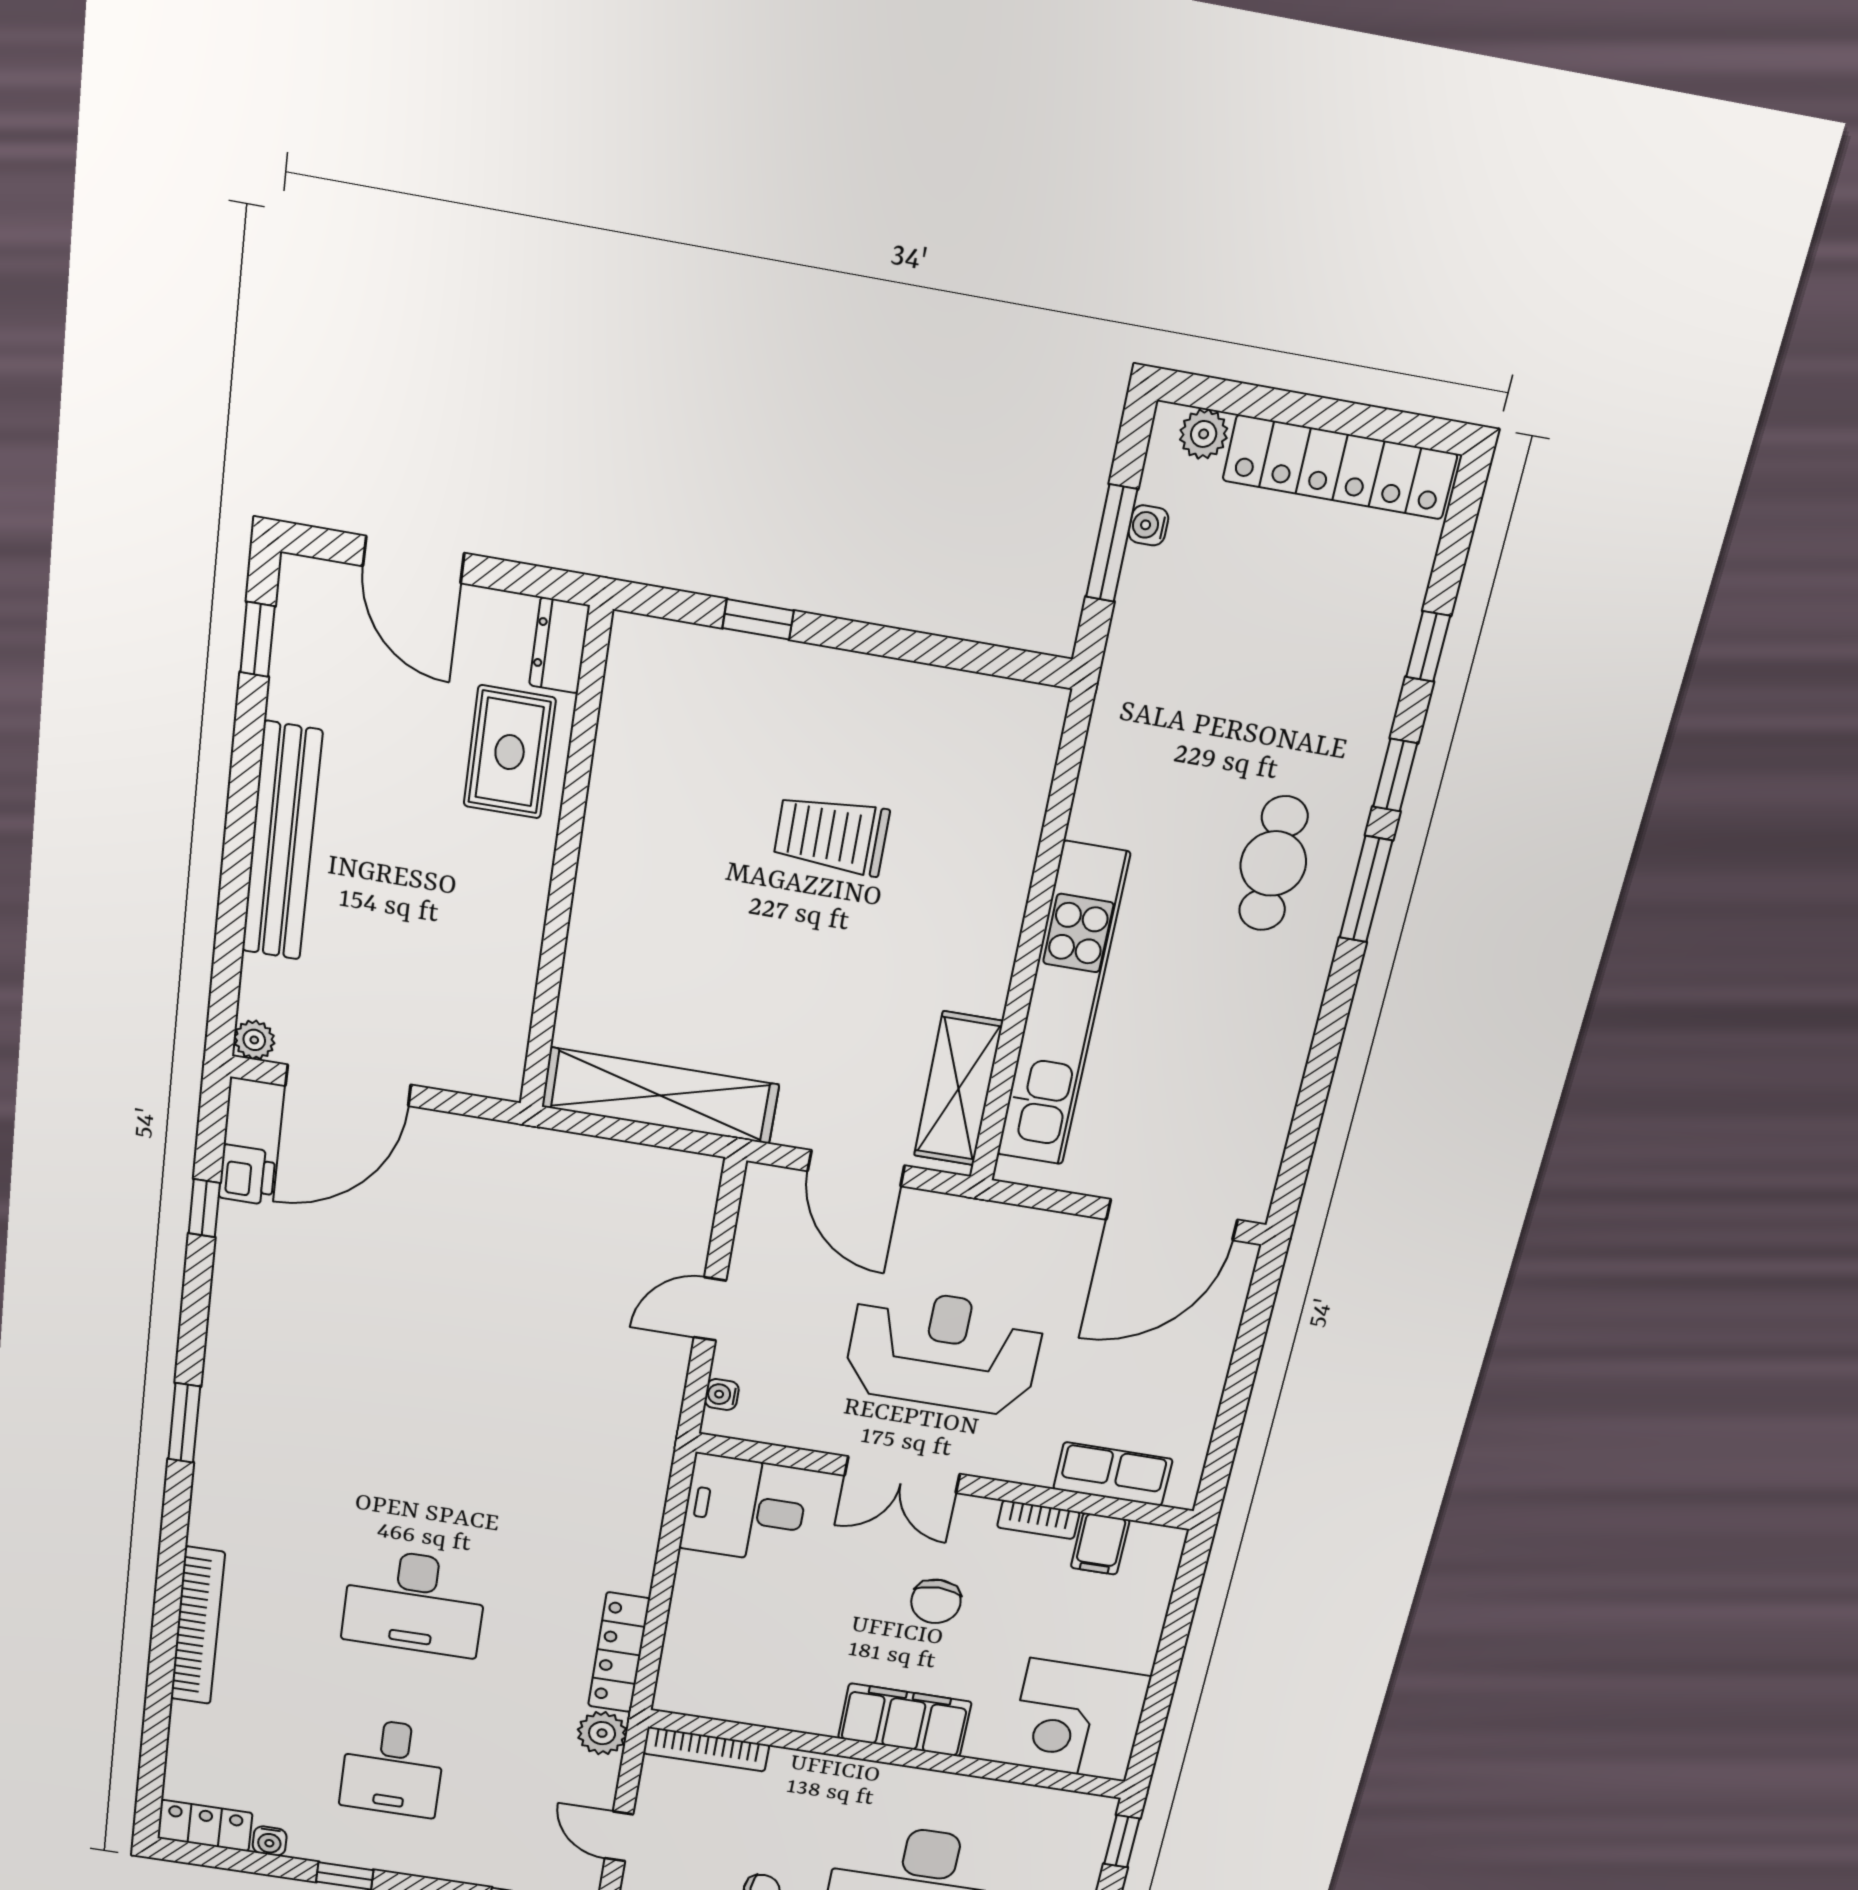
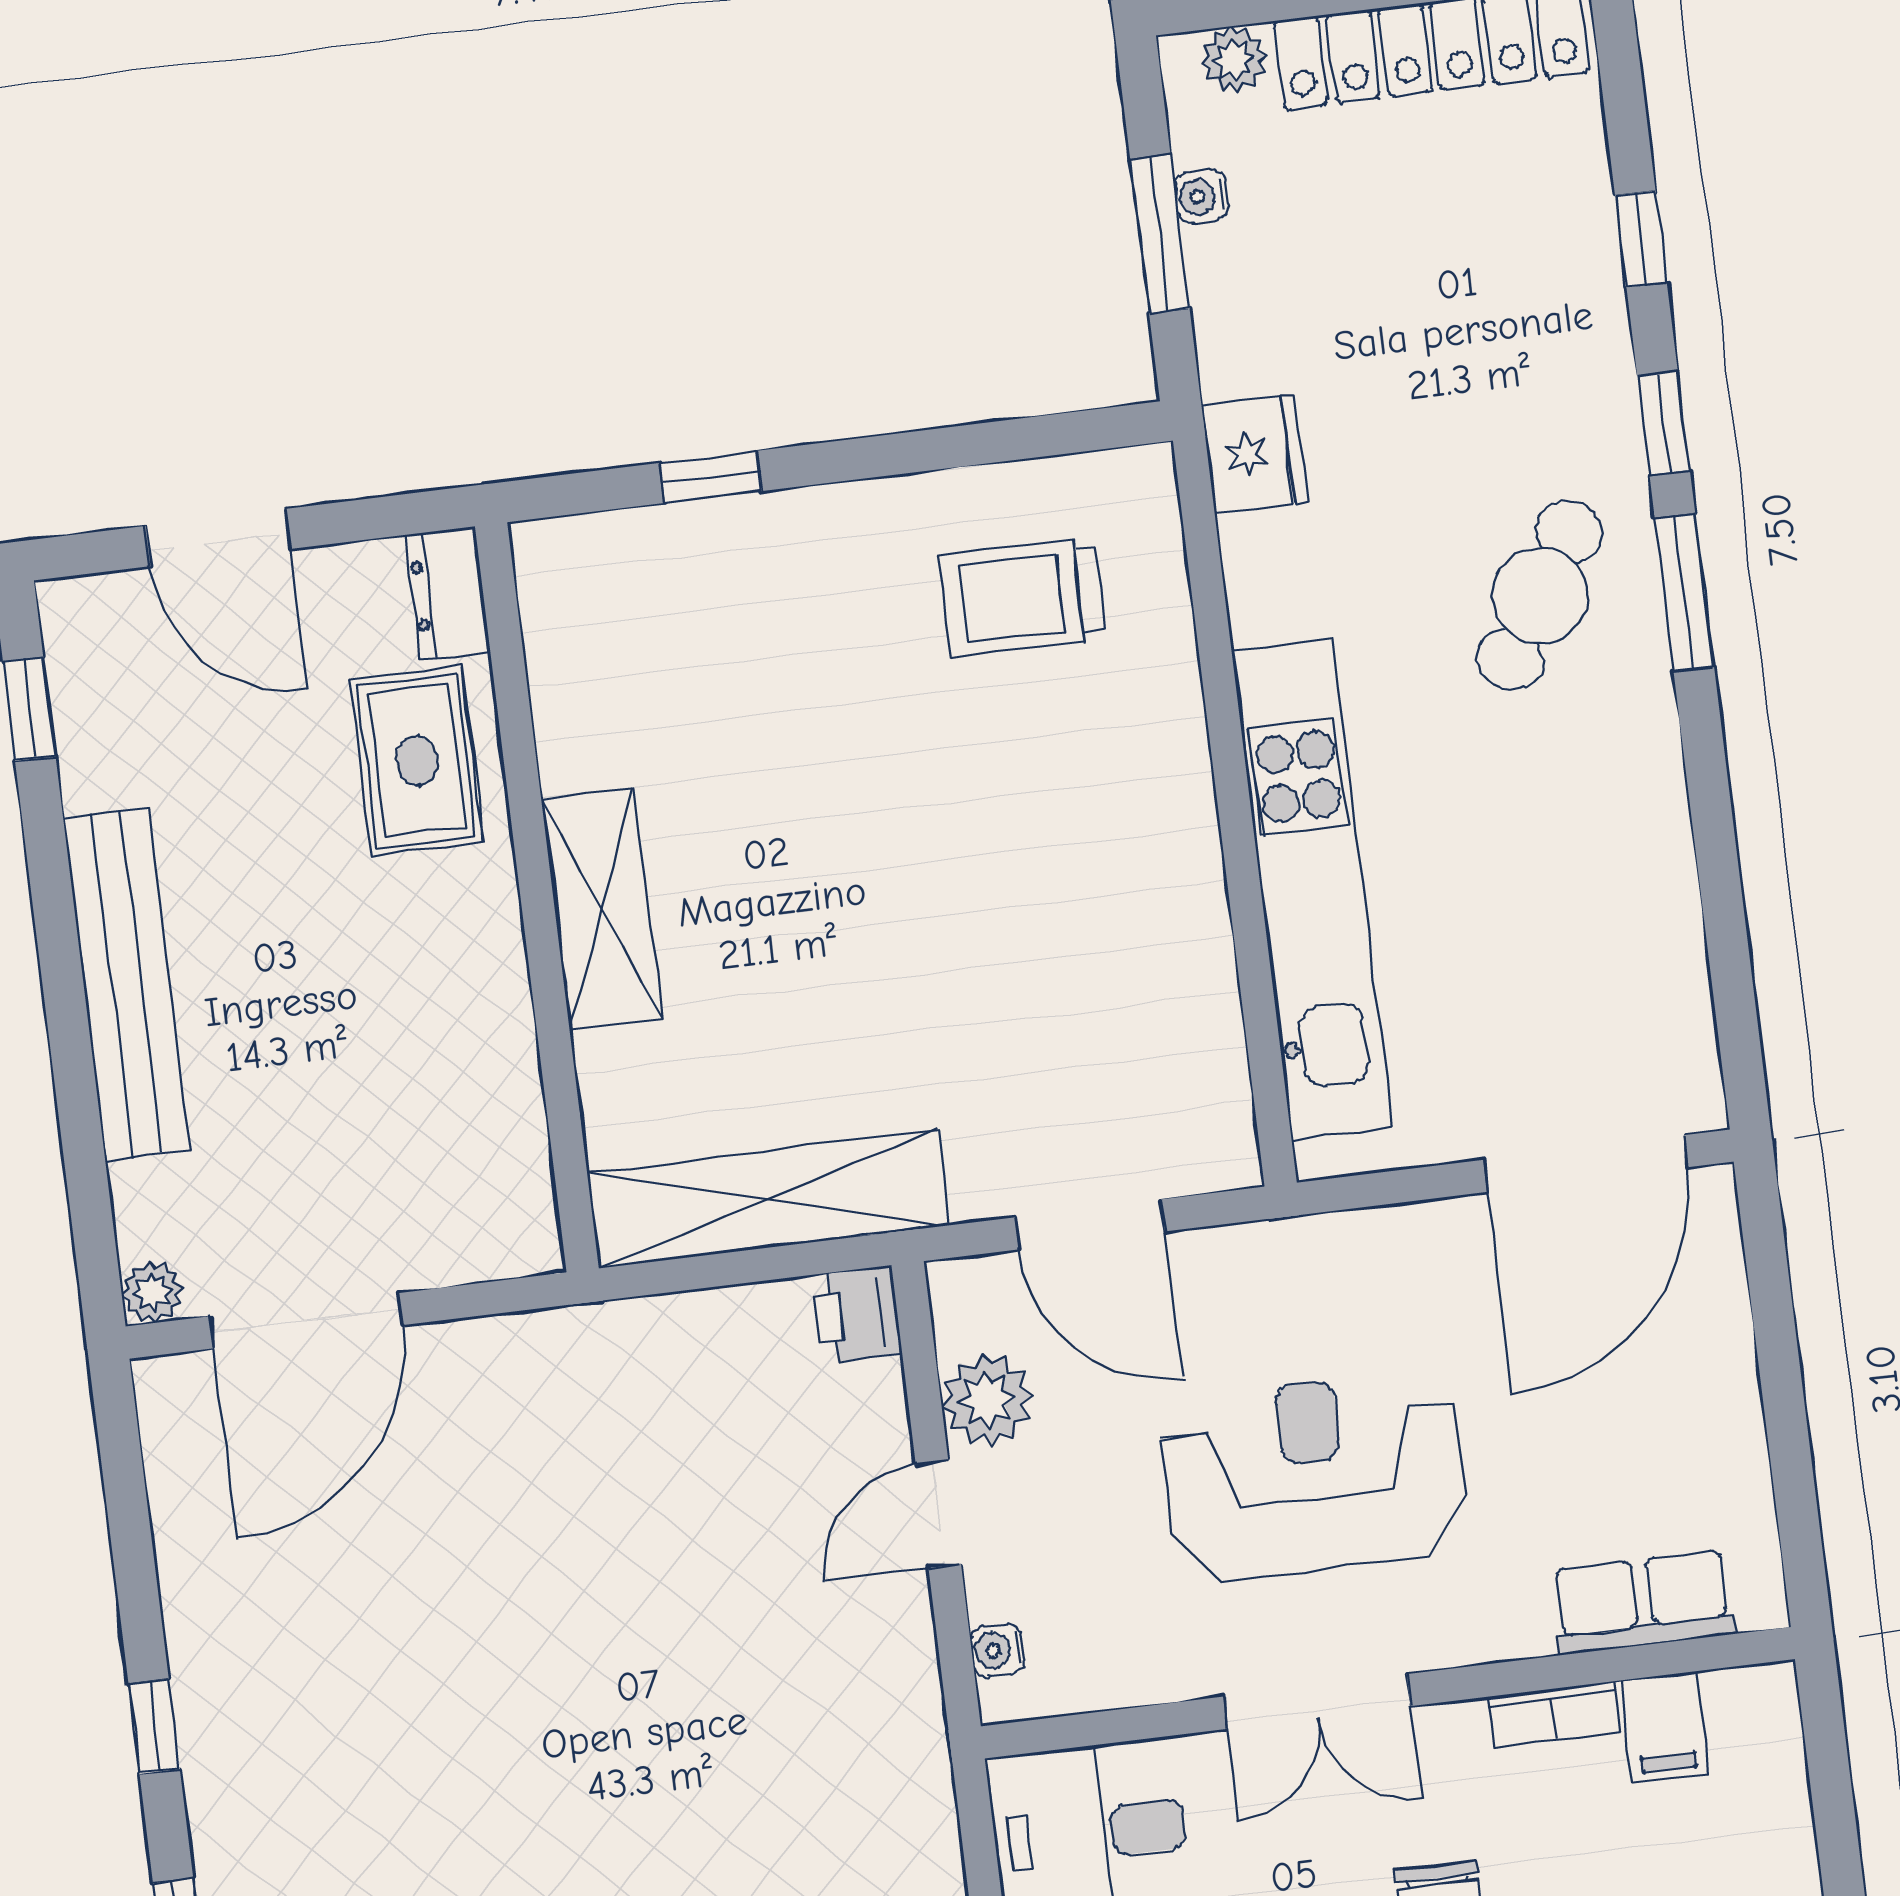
fridge: (1123, 714) -> (1255, 454), added
trolley: (831, 835) -> (1023, 598), moved
cafe table: (1273, 864) -> (1540, 596), turned 32
shelving: (958, 1089) -> (601, 909), moved
printer: (247, 1175) -> (857, 1314), moved, turned 180
window: (204, 1208) -> (154, 1726), moved
plant: (760, 1252) -> (987, 1400), added

